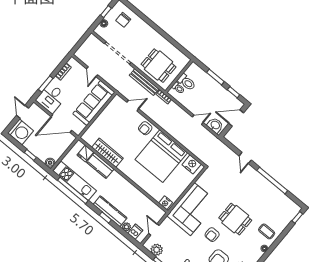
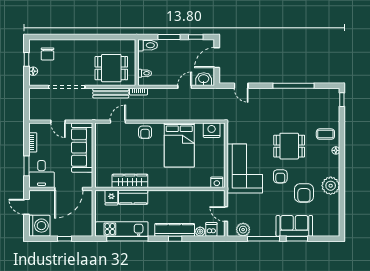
toilet: (186, 82) -> (148, 45), moved
bed: (161, 156) -> (179, 145), width x0.73
door: (245, 158) -> (241, 86), moved
boiler: (50, 163) -> (87, 231), removed

